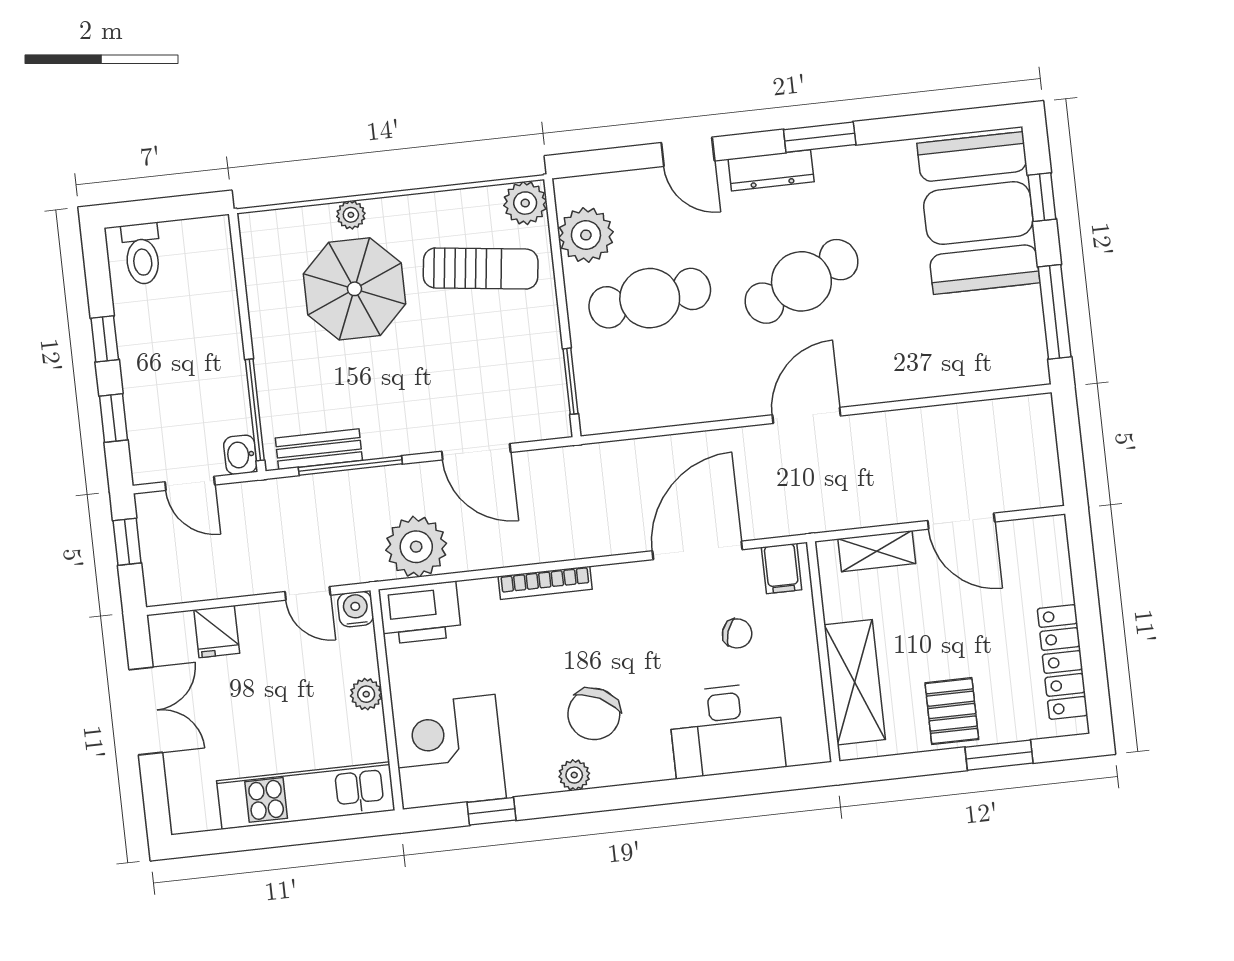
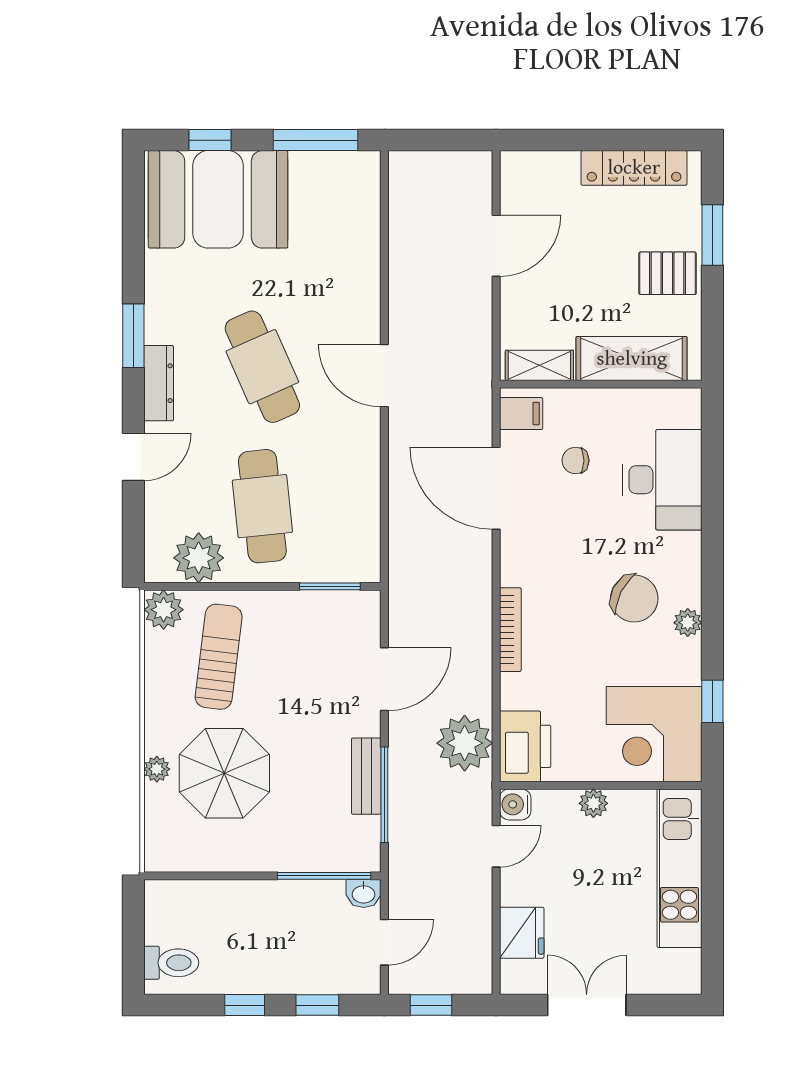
bench: (319, 449) -> (366, 776), moved
shelving: (877, 551) -> (539, 365), moved, turned 90
fridge: (217, 632) -> (522, 933), width x1.38
chair: (737, 633) -> (576, 460), turned -109

